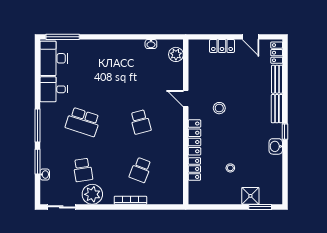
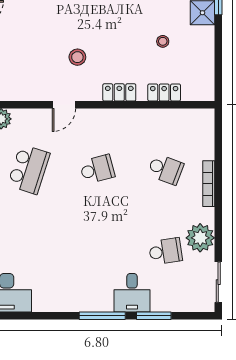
desk: (54, 89) -> (132, 293), moved
school desk: (83, 122) -> (29, 169), moved
locker: (194, 137) -> (119, 92), width x0.66
washbasin: (45, 174) -> (172, 306), removed

